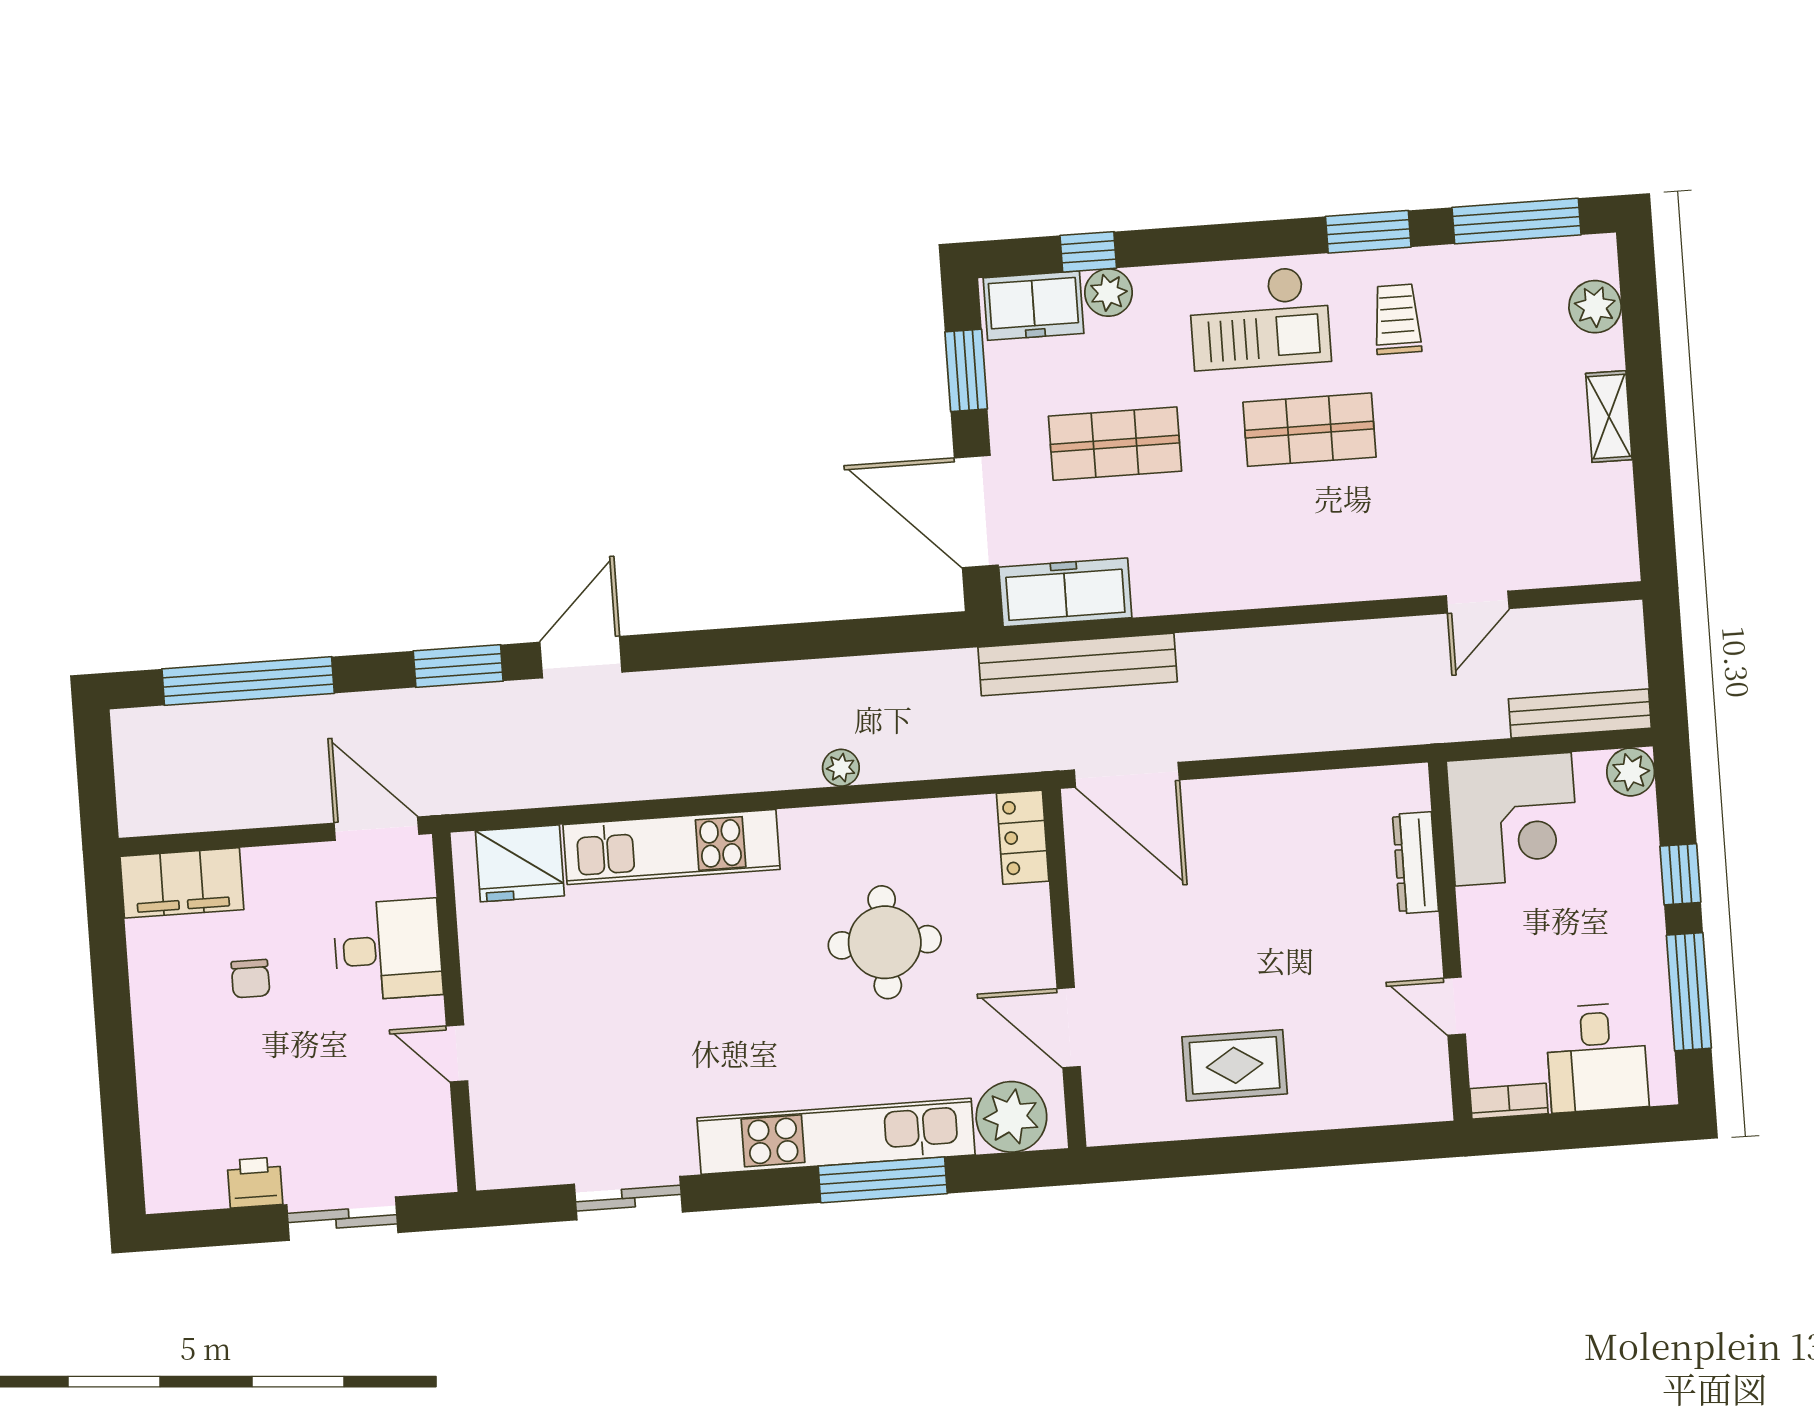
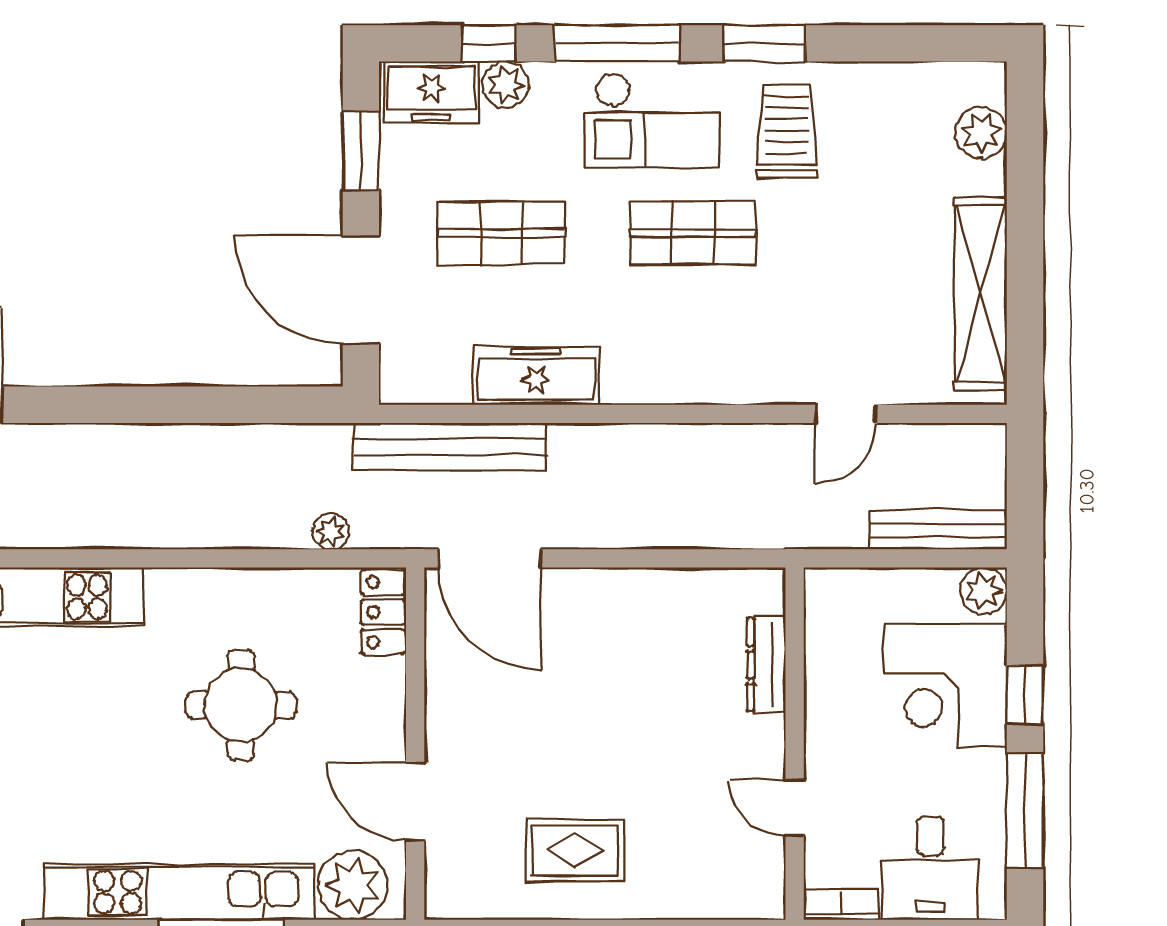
window: (1516, 221) -> (617, 43), moved
trolley: (1397, 319) -> (787, 131), width x1.36, depth x1.39
shelving: (1609, 417) -> (981, 294), width x2.20, depth x1.33
freezer: (1065, 592) -> (536, 375), moved
plant: (841, 768) -> (331, 531), moved
corner desk: (1513, 819) -> (945, 686), moved, turned 90

